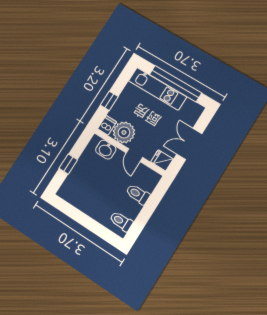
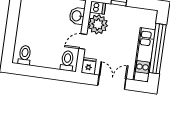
kitchen unit: (157, 89) -> (144, 55), moved
toilet: (138, 194) -> (67, 61), moved

